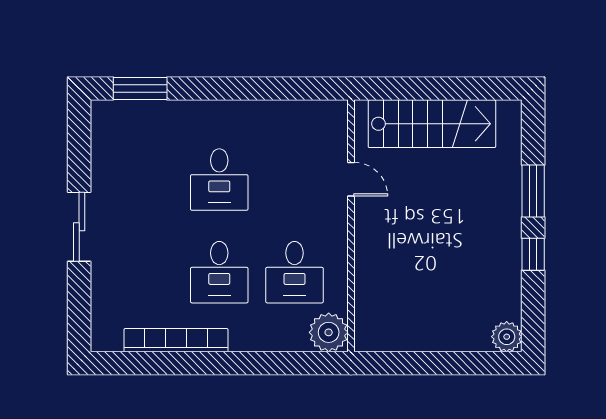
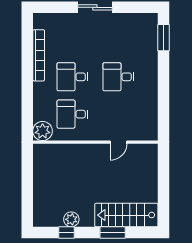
stairs: (432, 124) -> (126, 215), moved, turned 90
window: (533, 254) -> (66, 232), moved
plant: (507, 337) -> (71, 219), moved

